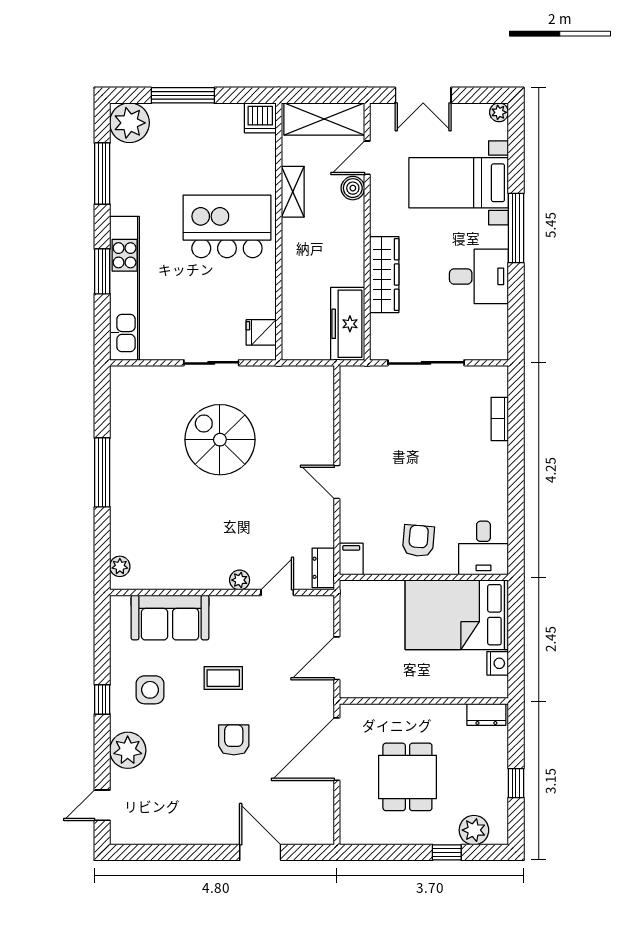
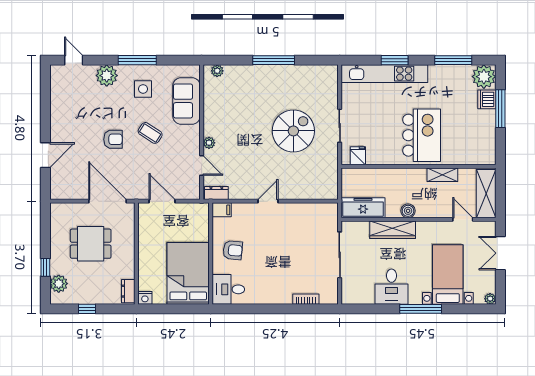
dishwasher: (260, 118) -> (487, 99), moved
boiler: (353, 188) -> (408, 211), moved
nightstand: (498, 663) -> (145, 298), moved
coffee table: (223, 678) -> (150, 133), turned -57
window: (102, 699) -> (137, 60), width x2.17

